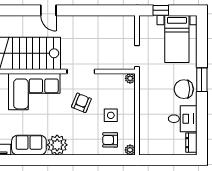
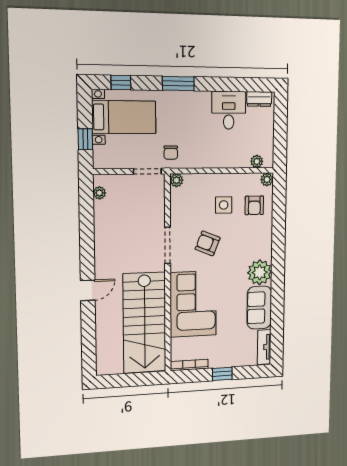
plant: (121, 20) -> (99, 193), added
window: (202, 37) -> (121, 83), added
chair: (184, 89) -> (171, 153), moved, width x0.54, depth x0.54
plant: (144, 141) -> (257, 161), added

